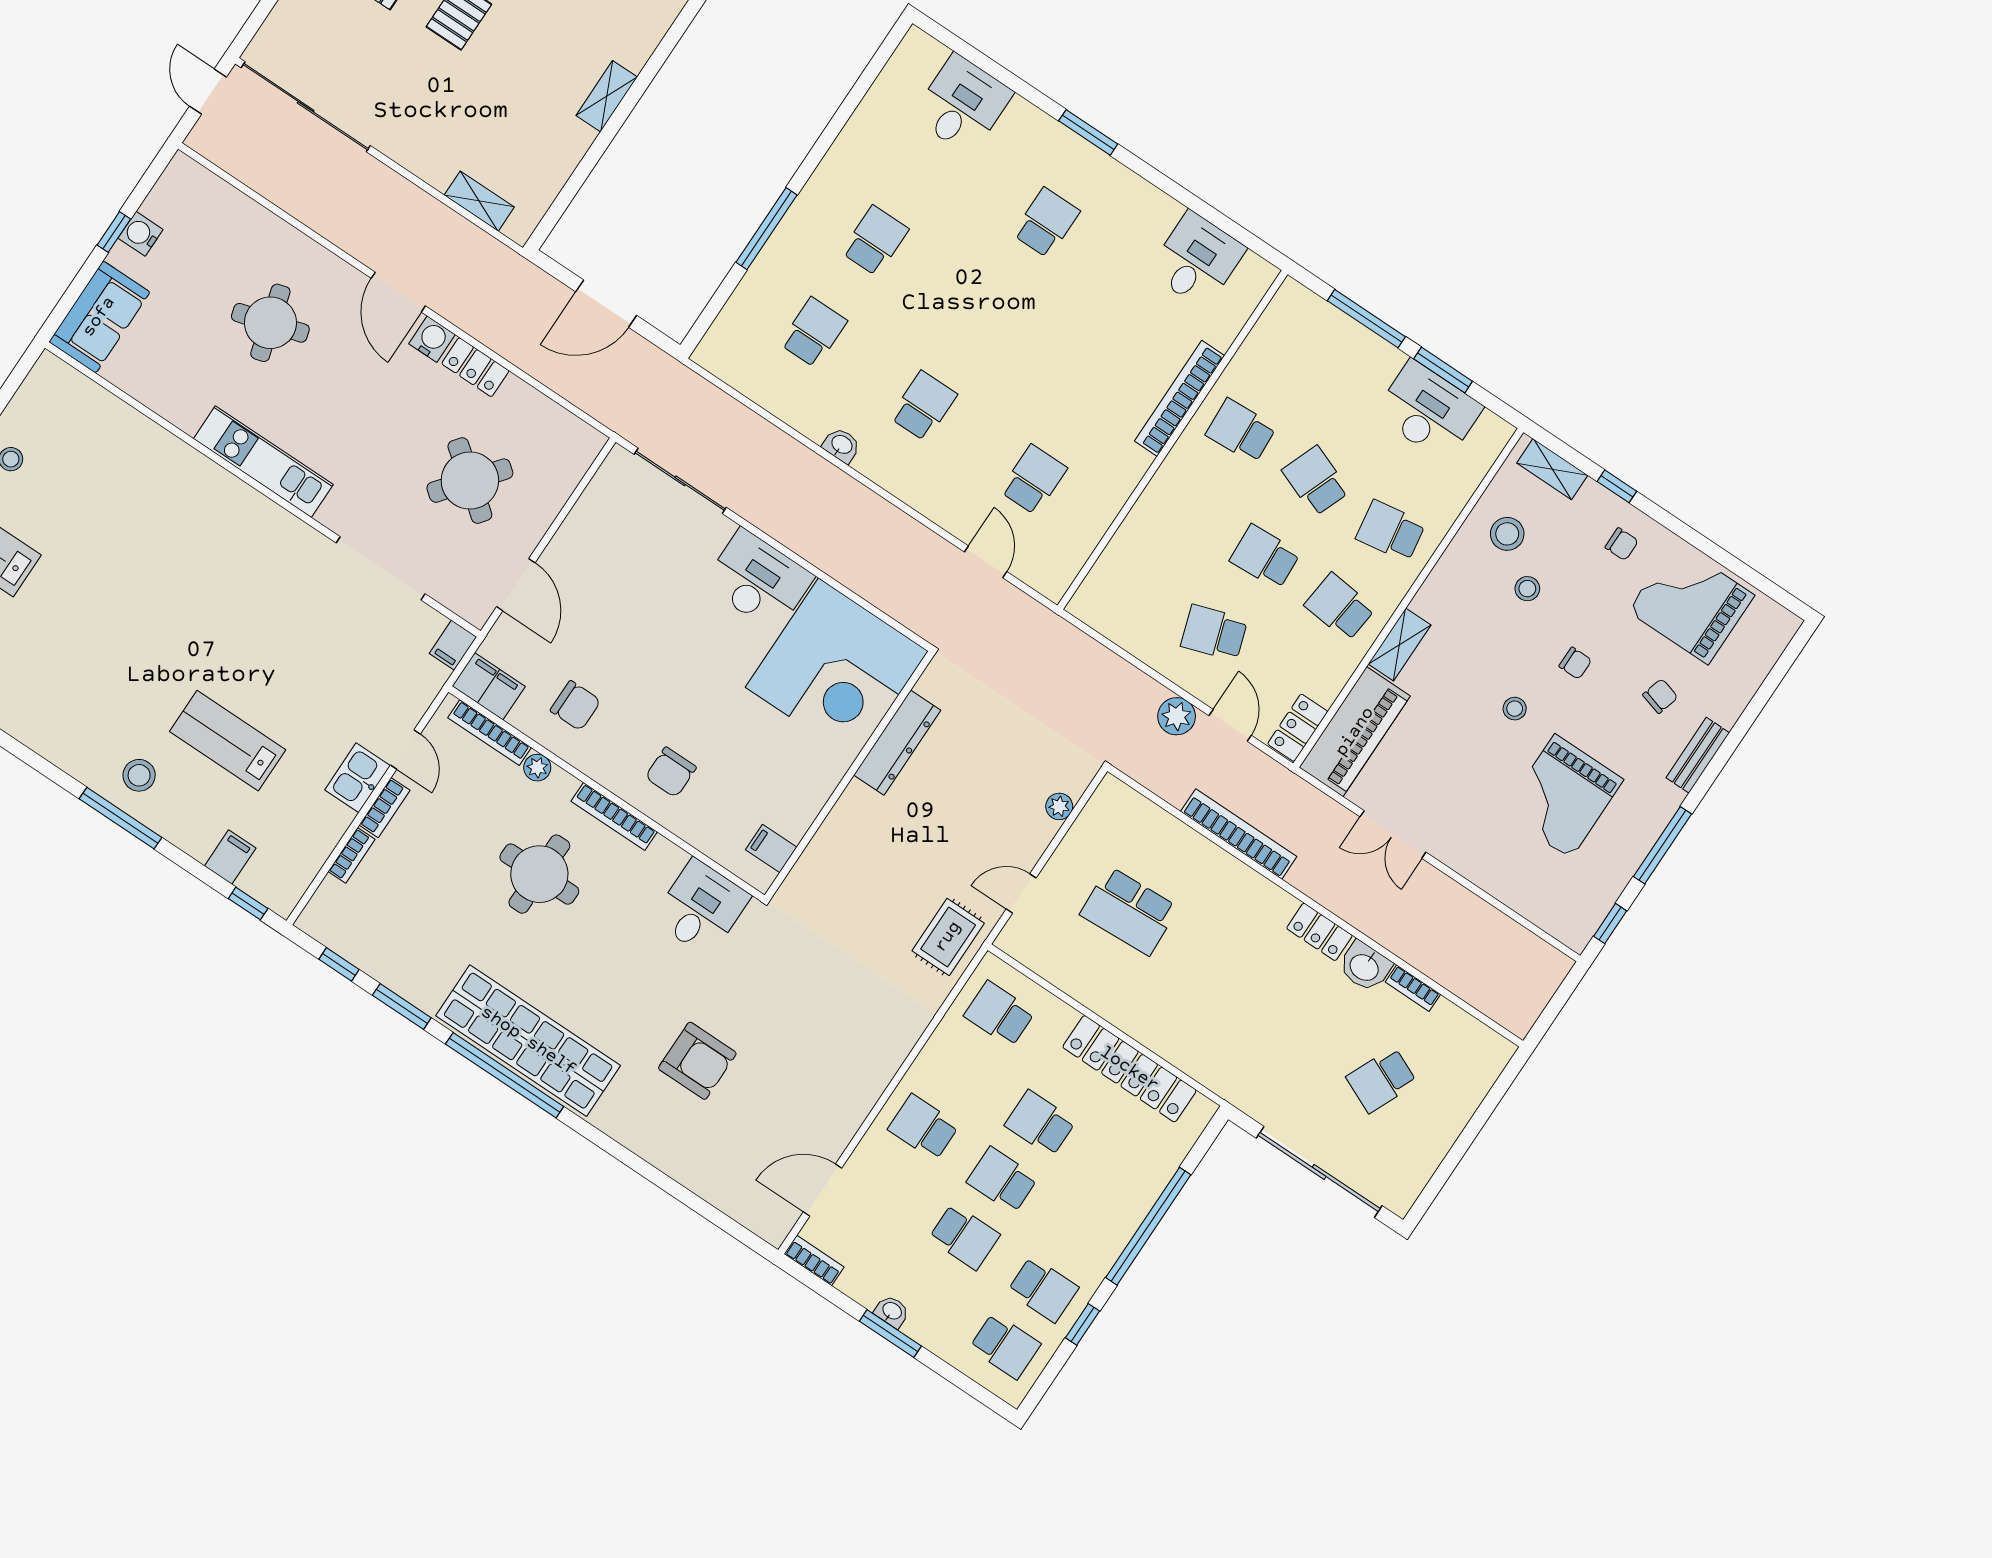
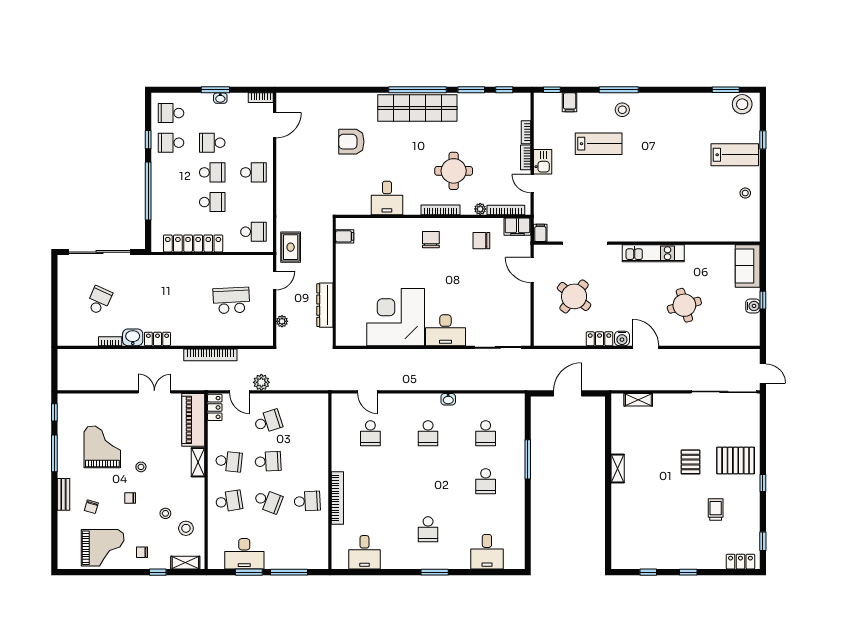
dresser: (897, 743) -> (325, 305), moved
wall: (849, 775) -> (334, 282), moved
filing cabinet: (771, 848) -> (345, 236), moved

